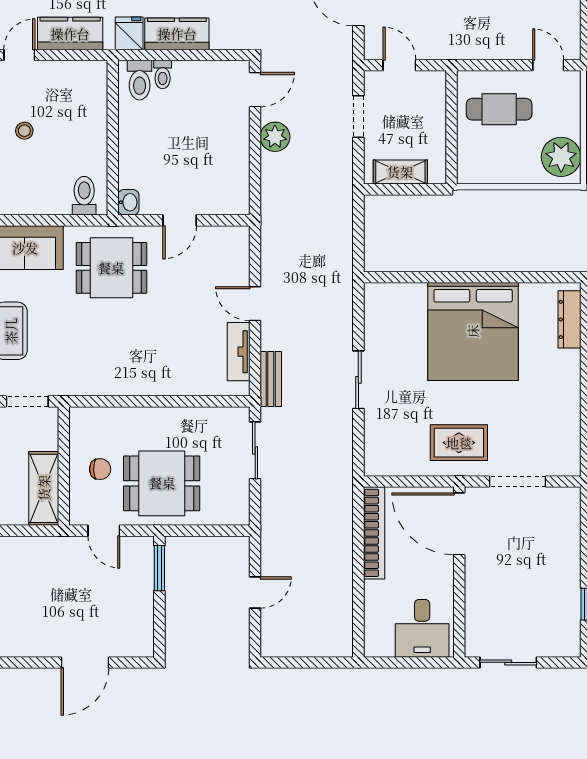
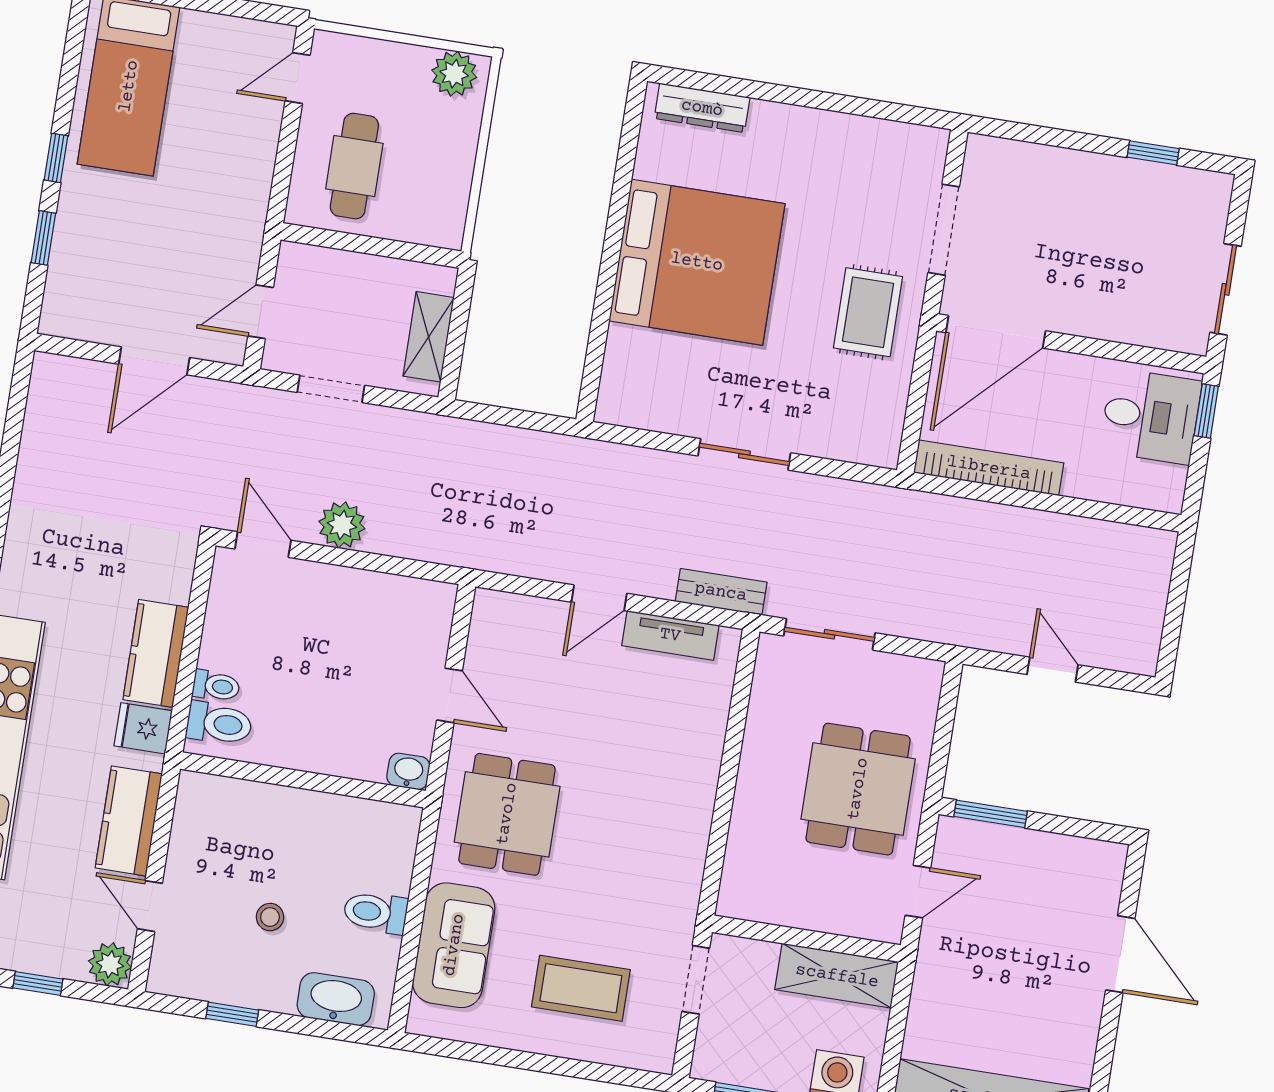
plant: (561, 157) -> (454, 74), width x0.73, depth x0.73
toilet: (84, 196) -> (375, 912), moved
chair: (100, 469) -> (820, 882), removed
window: (431, 662) -> (1206, 411), added

